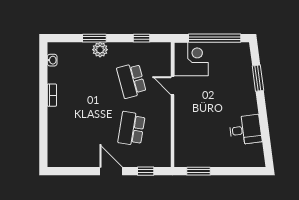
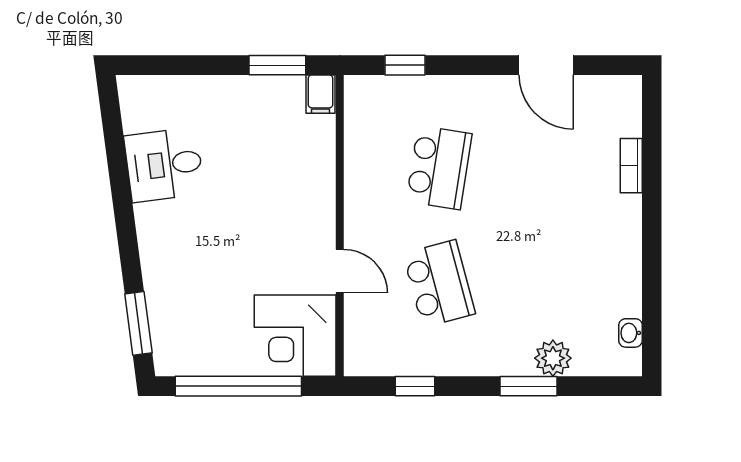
plant: (100, 50) -> (553, 358), moved
window: (258, 78) -> (138, 323), moved
bookcase: (52, 95) -> (631, 166), moved
filing cabinet: (181, 159) -> (321, 94), added
door: (111, 171) -> (546, 65), moved

